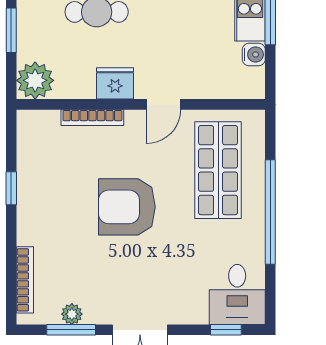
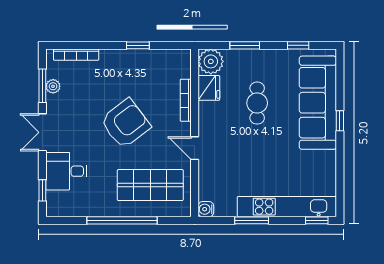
water cooler: (254, 54) -> (206, 209), moved, turned 90
fridge: (115, 83) -> (209, 88), moved
armchair: (127, 207) -> (125, 123), turned 53
desk: (237, 294) -> (66, 171), moved

